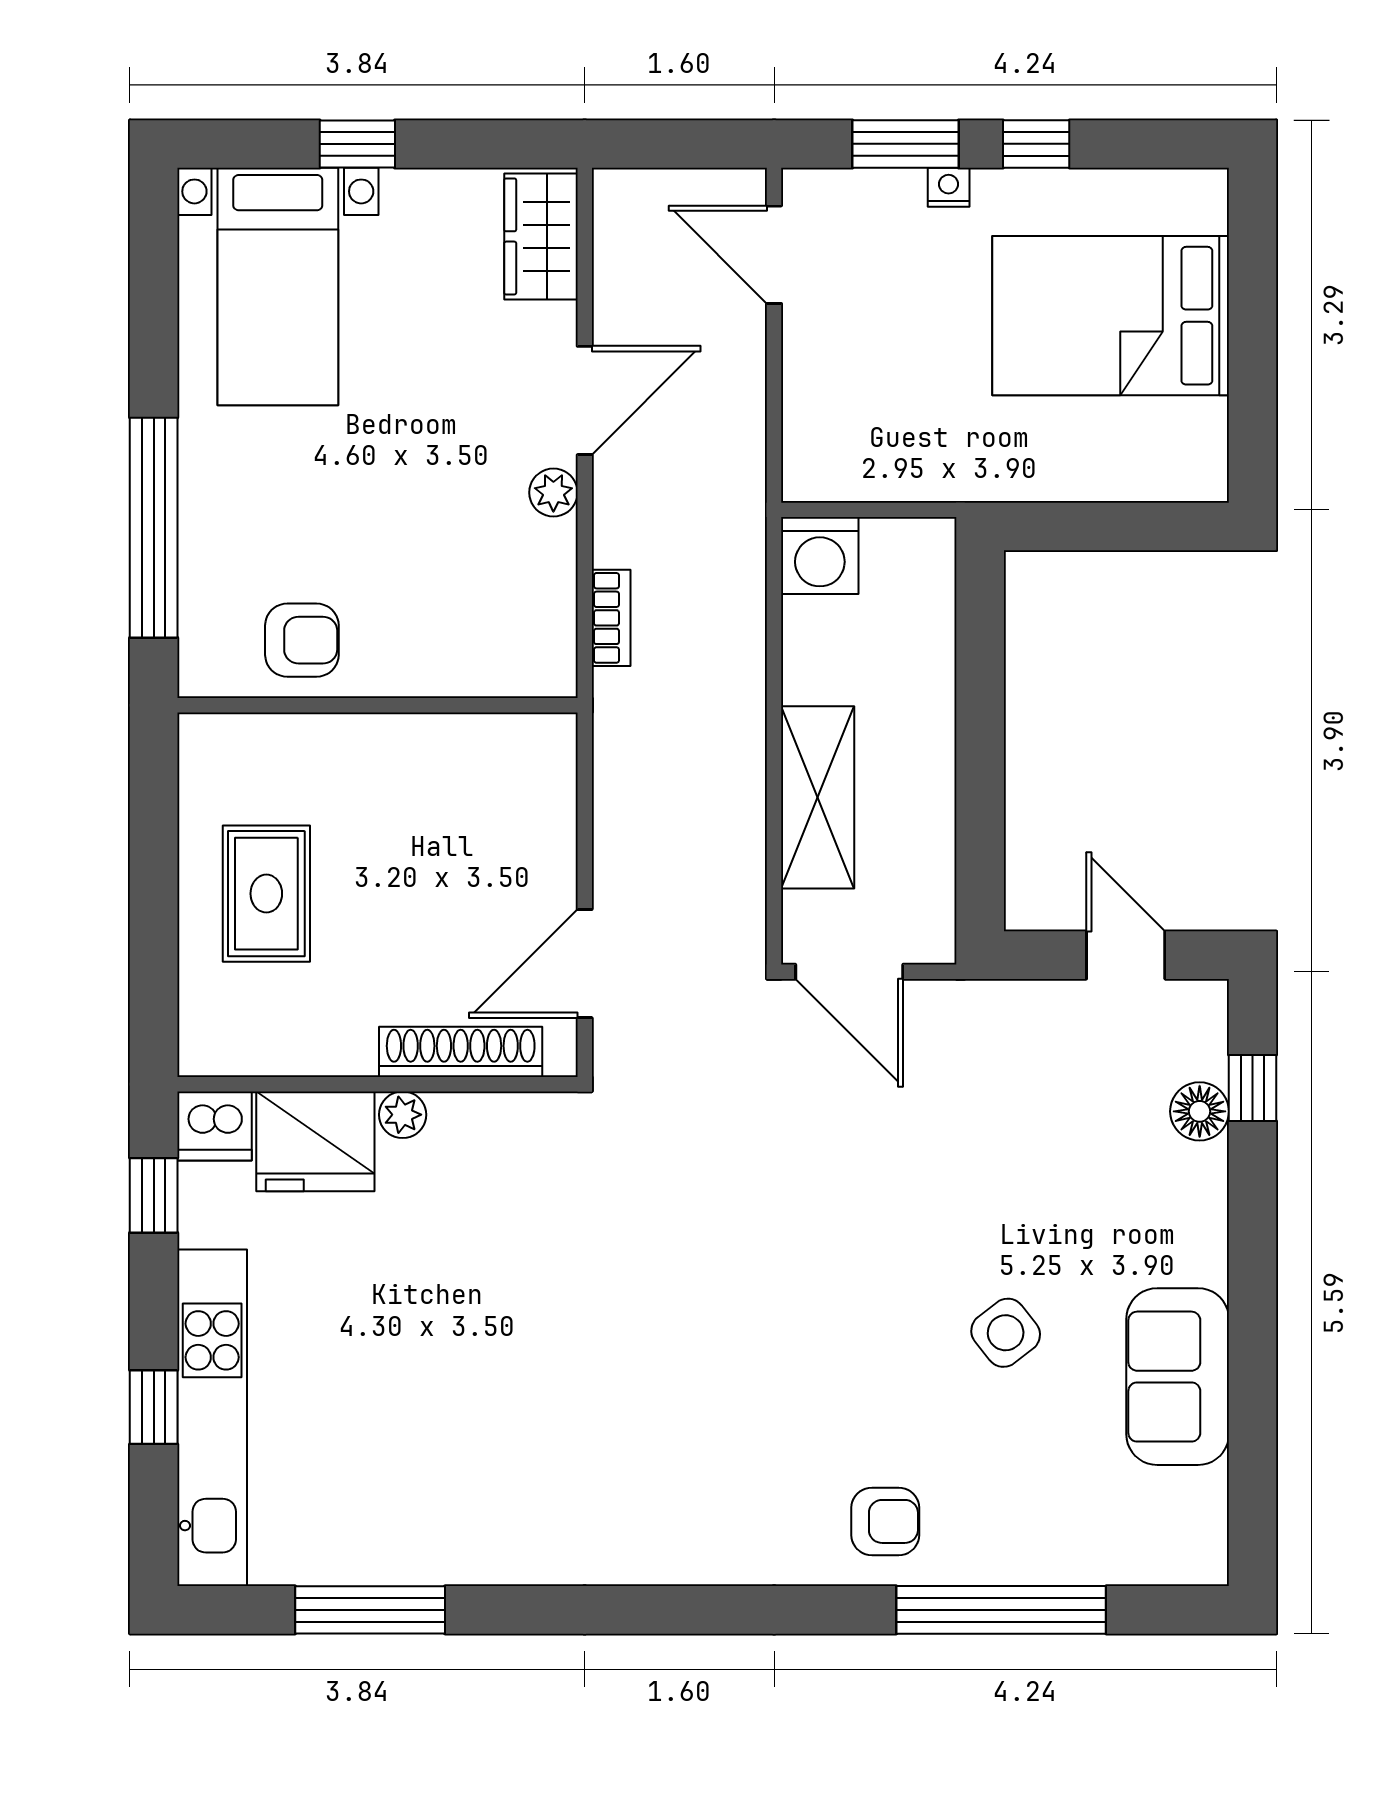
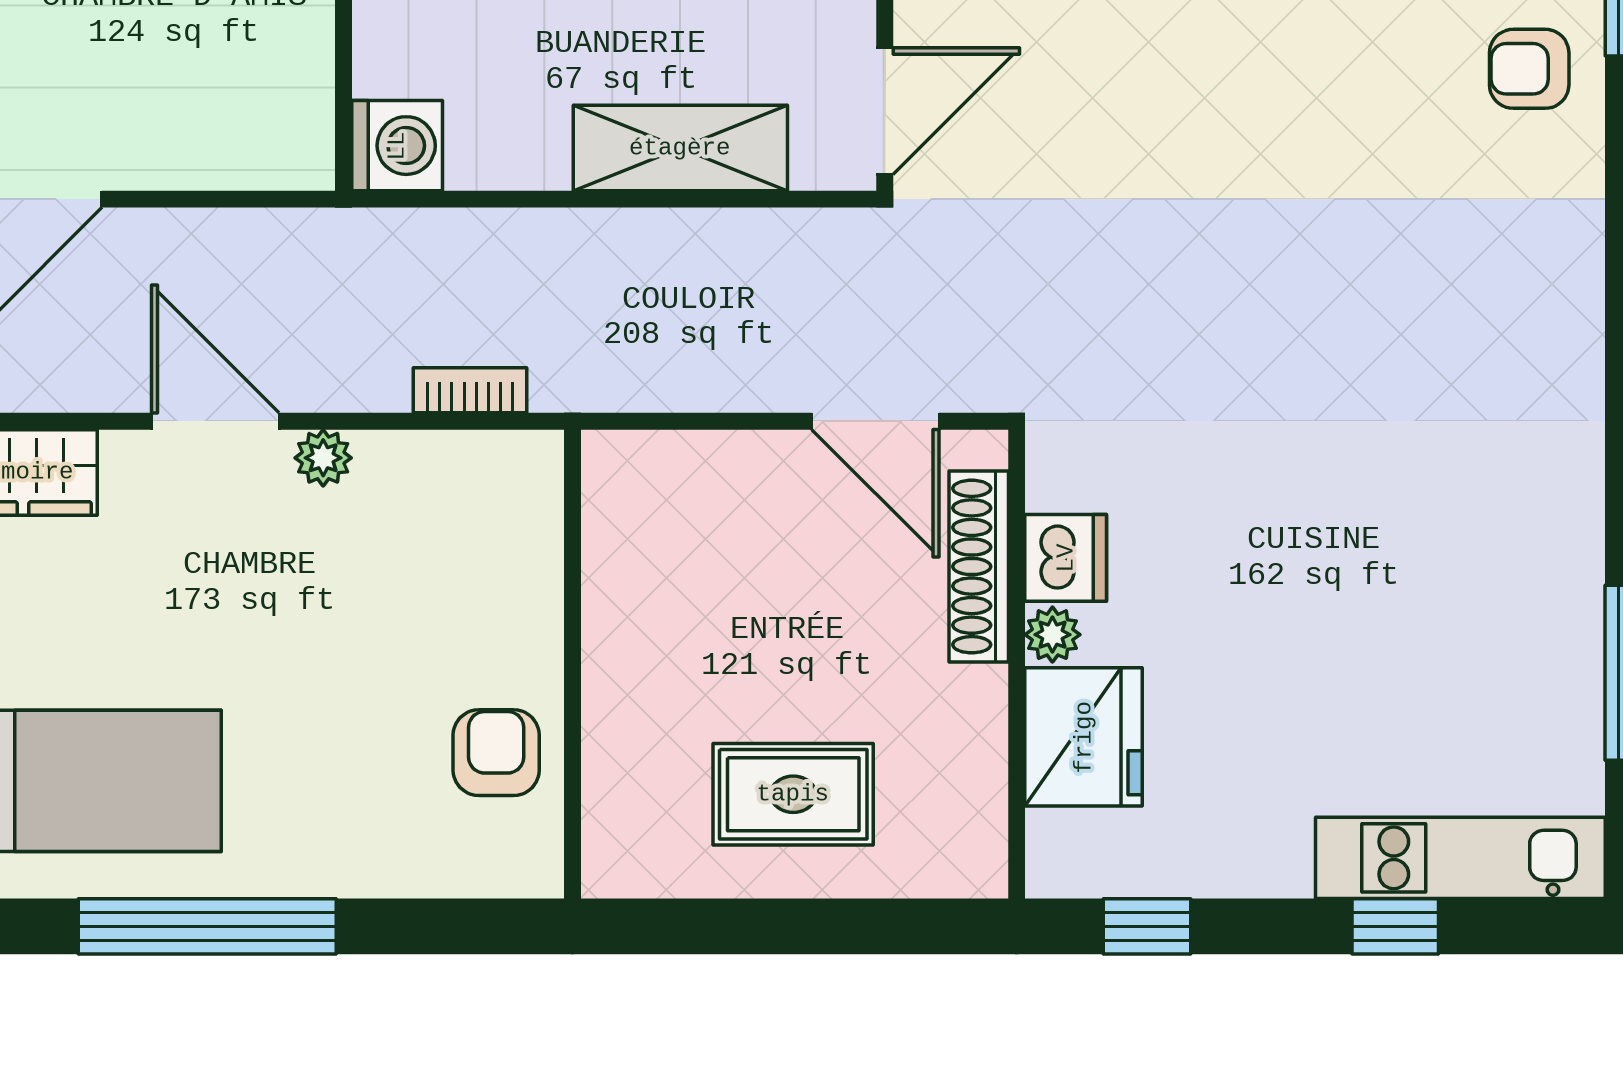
window: (154, 528) -> (207, 926), moved
dishwasher: (214, 1126) -> (1066, 558), moved
kitchen unit: (212, 1418) -> (1460, 858), width x0.73
armchair: (885, 1521) -> (1529, 69), turned -90

